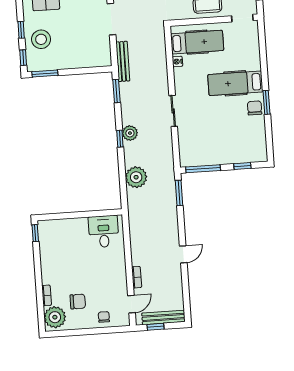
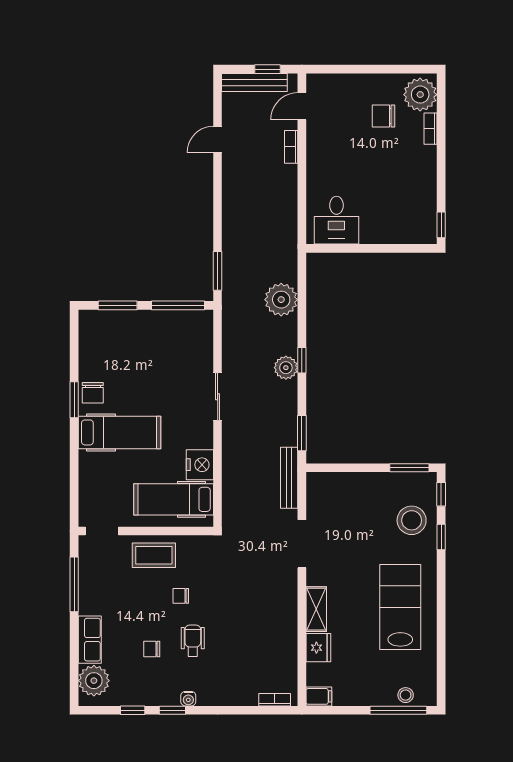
nightstand: (177, 62) -> (200, 465), width x1.89, depth x1.79
window: (242, 166) -> (118, 305), width x1.50
door: (183, 254) -> (218, 139), moved
chair: (104, 317) -> (345, 90), removed

